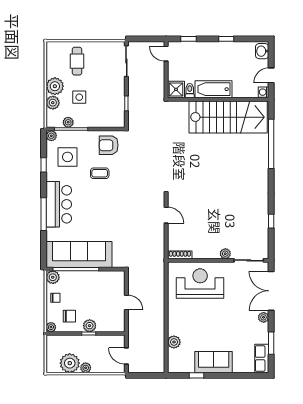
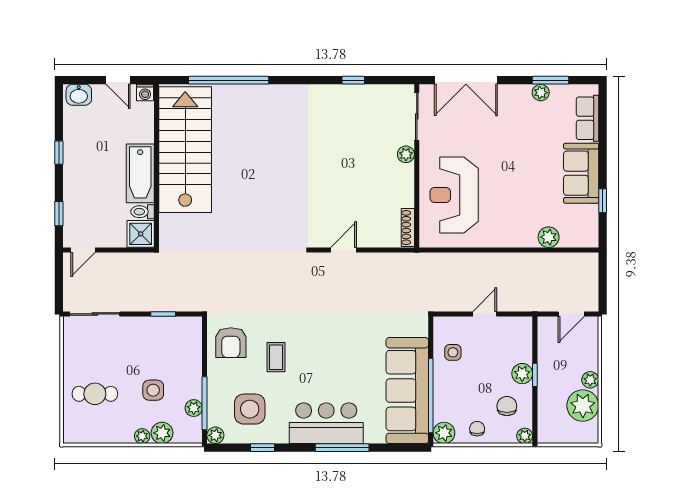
plant: (55, 86) -> (142, 436), width x0.53, depth x0.53
side table: (103, 283) -> (453, 352), added
plant: (264, 317) -> (541, 93), moved
row of seats: (262, 359) -> (587, 118), moved, turned 90

